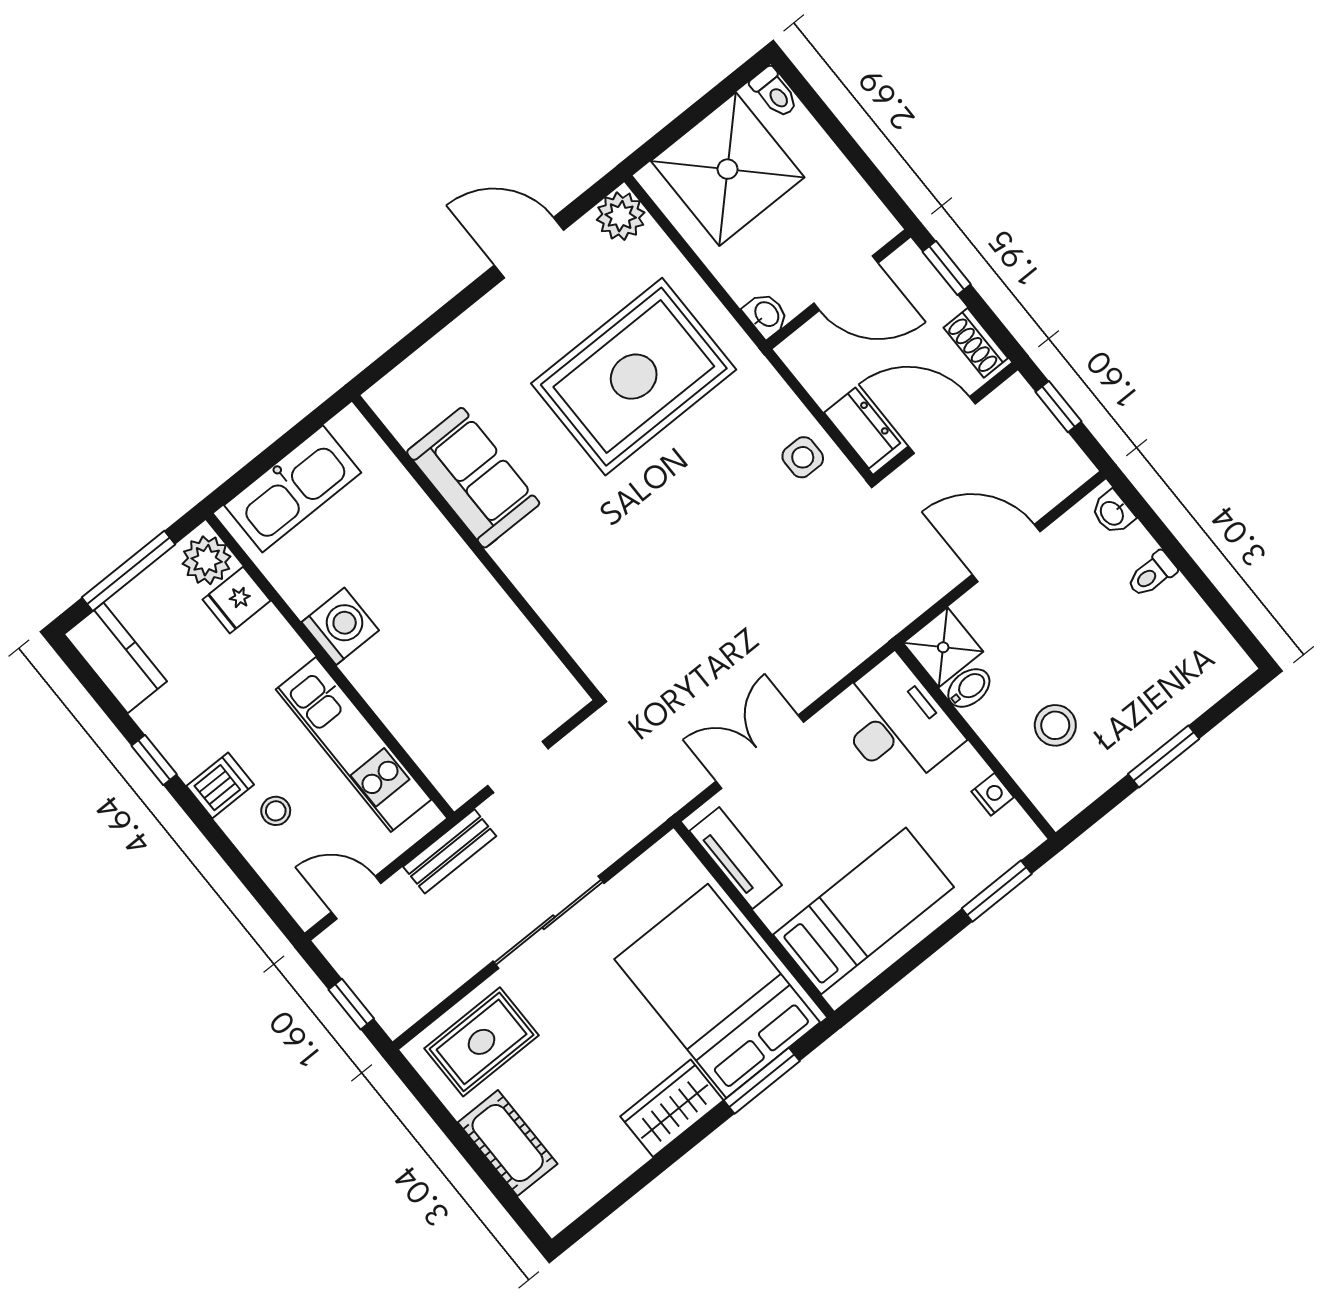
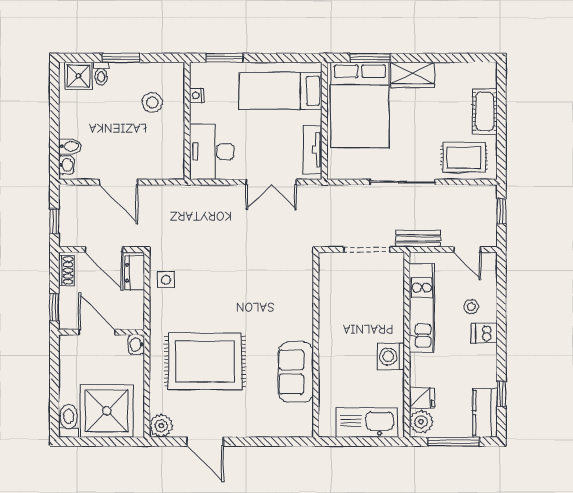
toilet: (774, 92) -> (69, 421), width x1.37, depth x1.39
toilet: (1152, 574) -> (101, 74), moved, turned 90
shower: (943, 647) -> (78, 76), moved
bidet: (969, 688) -> (70, 146), moved, turned 180
window: (154, 760) -> (501, 394), moved
doorway: (518, 767) -> (367, 250), width x1.38

